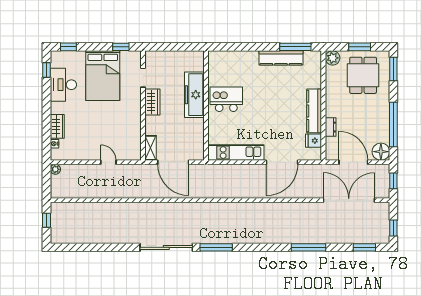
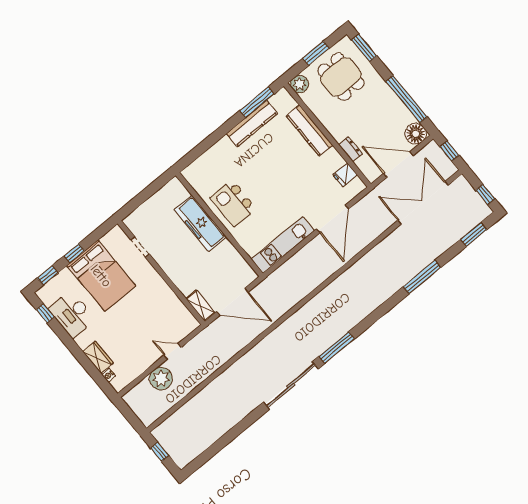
window: (121, 47) -> (74, 253), moved
kitchen island: (226, 99) -> (233, 203), turned -90
wardrobe: (152, 102) -> (167, 262), removed
kitchen counter: (314, 111) -> (309, 130), moved
plant: (55, 169) -> (161, 379), moved, width x1.88, depth x1.88

